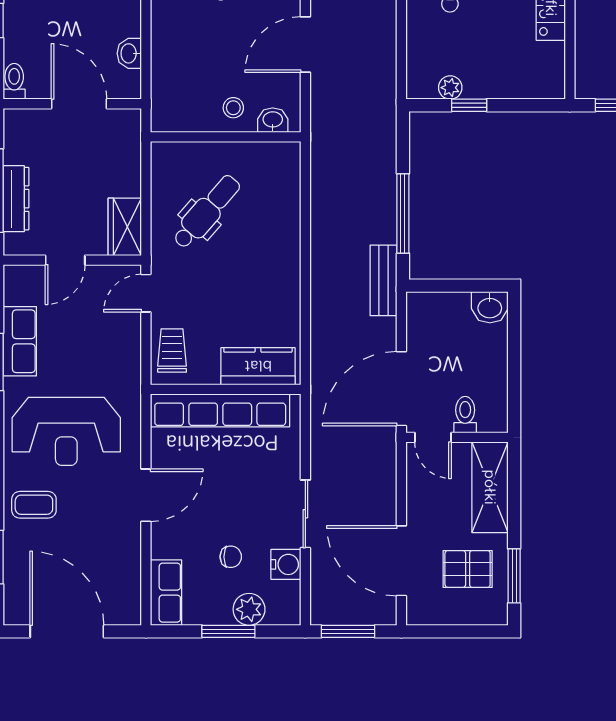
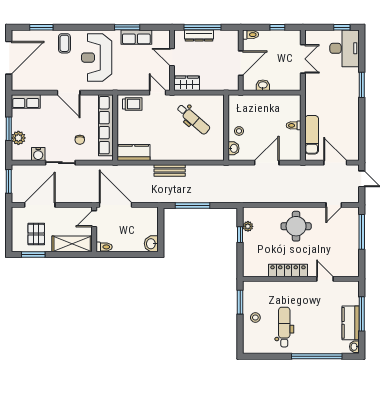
door: (305, 45) -> (267, 163), hinge flipped
bench: (383, 280) -> (170, 171), moved
kitchen counter: (258, 366) -> (133, 152), moved, turned -90
toilet: (465, 415) -> (104, 247), moved
chair: (231, 557) -> (80, 140), moved

